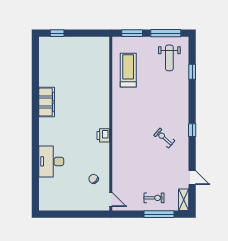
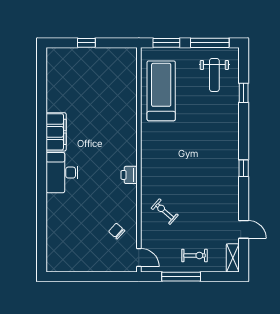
window: (57, 33) -> (86, 43), moved
treadmill: (128, 70) -> (161, 91), width x1.37, depth x1.38
exercise bike: (164, 138) -> (165, 212), moved
desk: (51, 161) -> (62, 173), moved
window: (159, 214) -> (181, 277), moved

